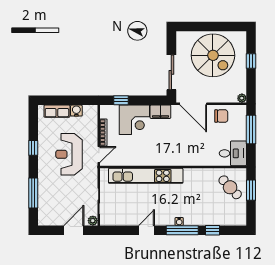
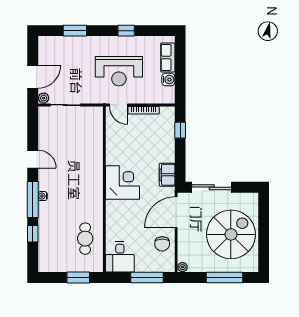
spiral stairs: (213, 55) -> (231, 234), turned 180
window: (251, 61) -> (225, 277), width x2.17
corner desk: (134, 120) -> (123, 182), moved, turned 180
reception desk: (69, 154) -> (119, 71), turned 180
kitchen unit: (146, 176) -> (94, 158), removed
cafe table: (230, 187) -> (85, 239), moved, turned -47
window: (33, 193) -> (75, 31), width x0.69
door: (74, 230) -> (33, 77), hinge flipped

